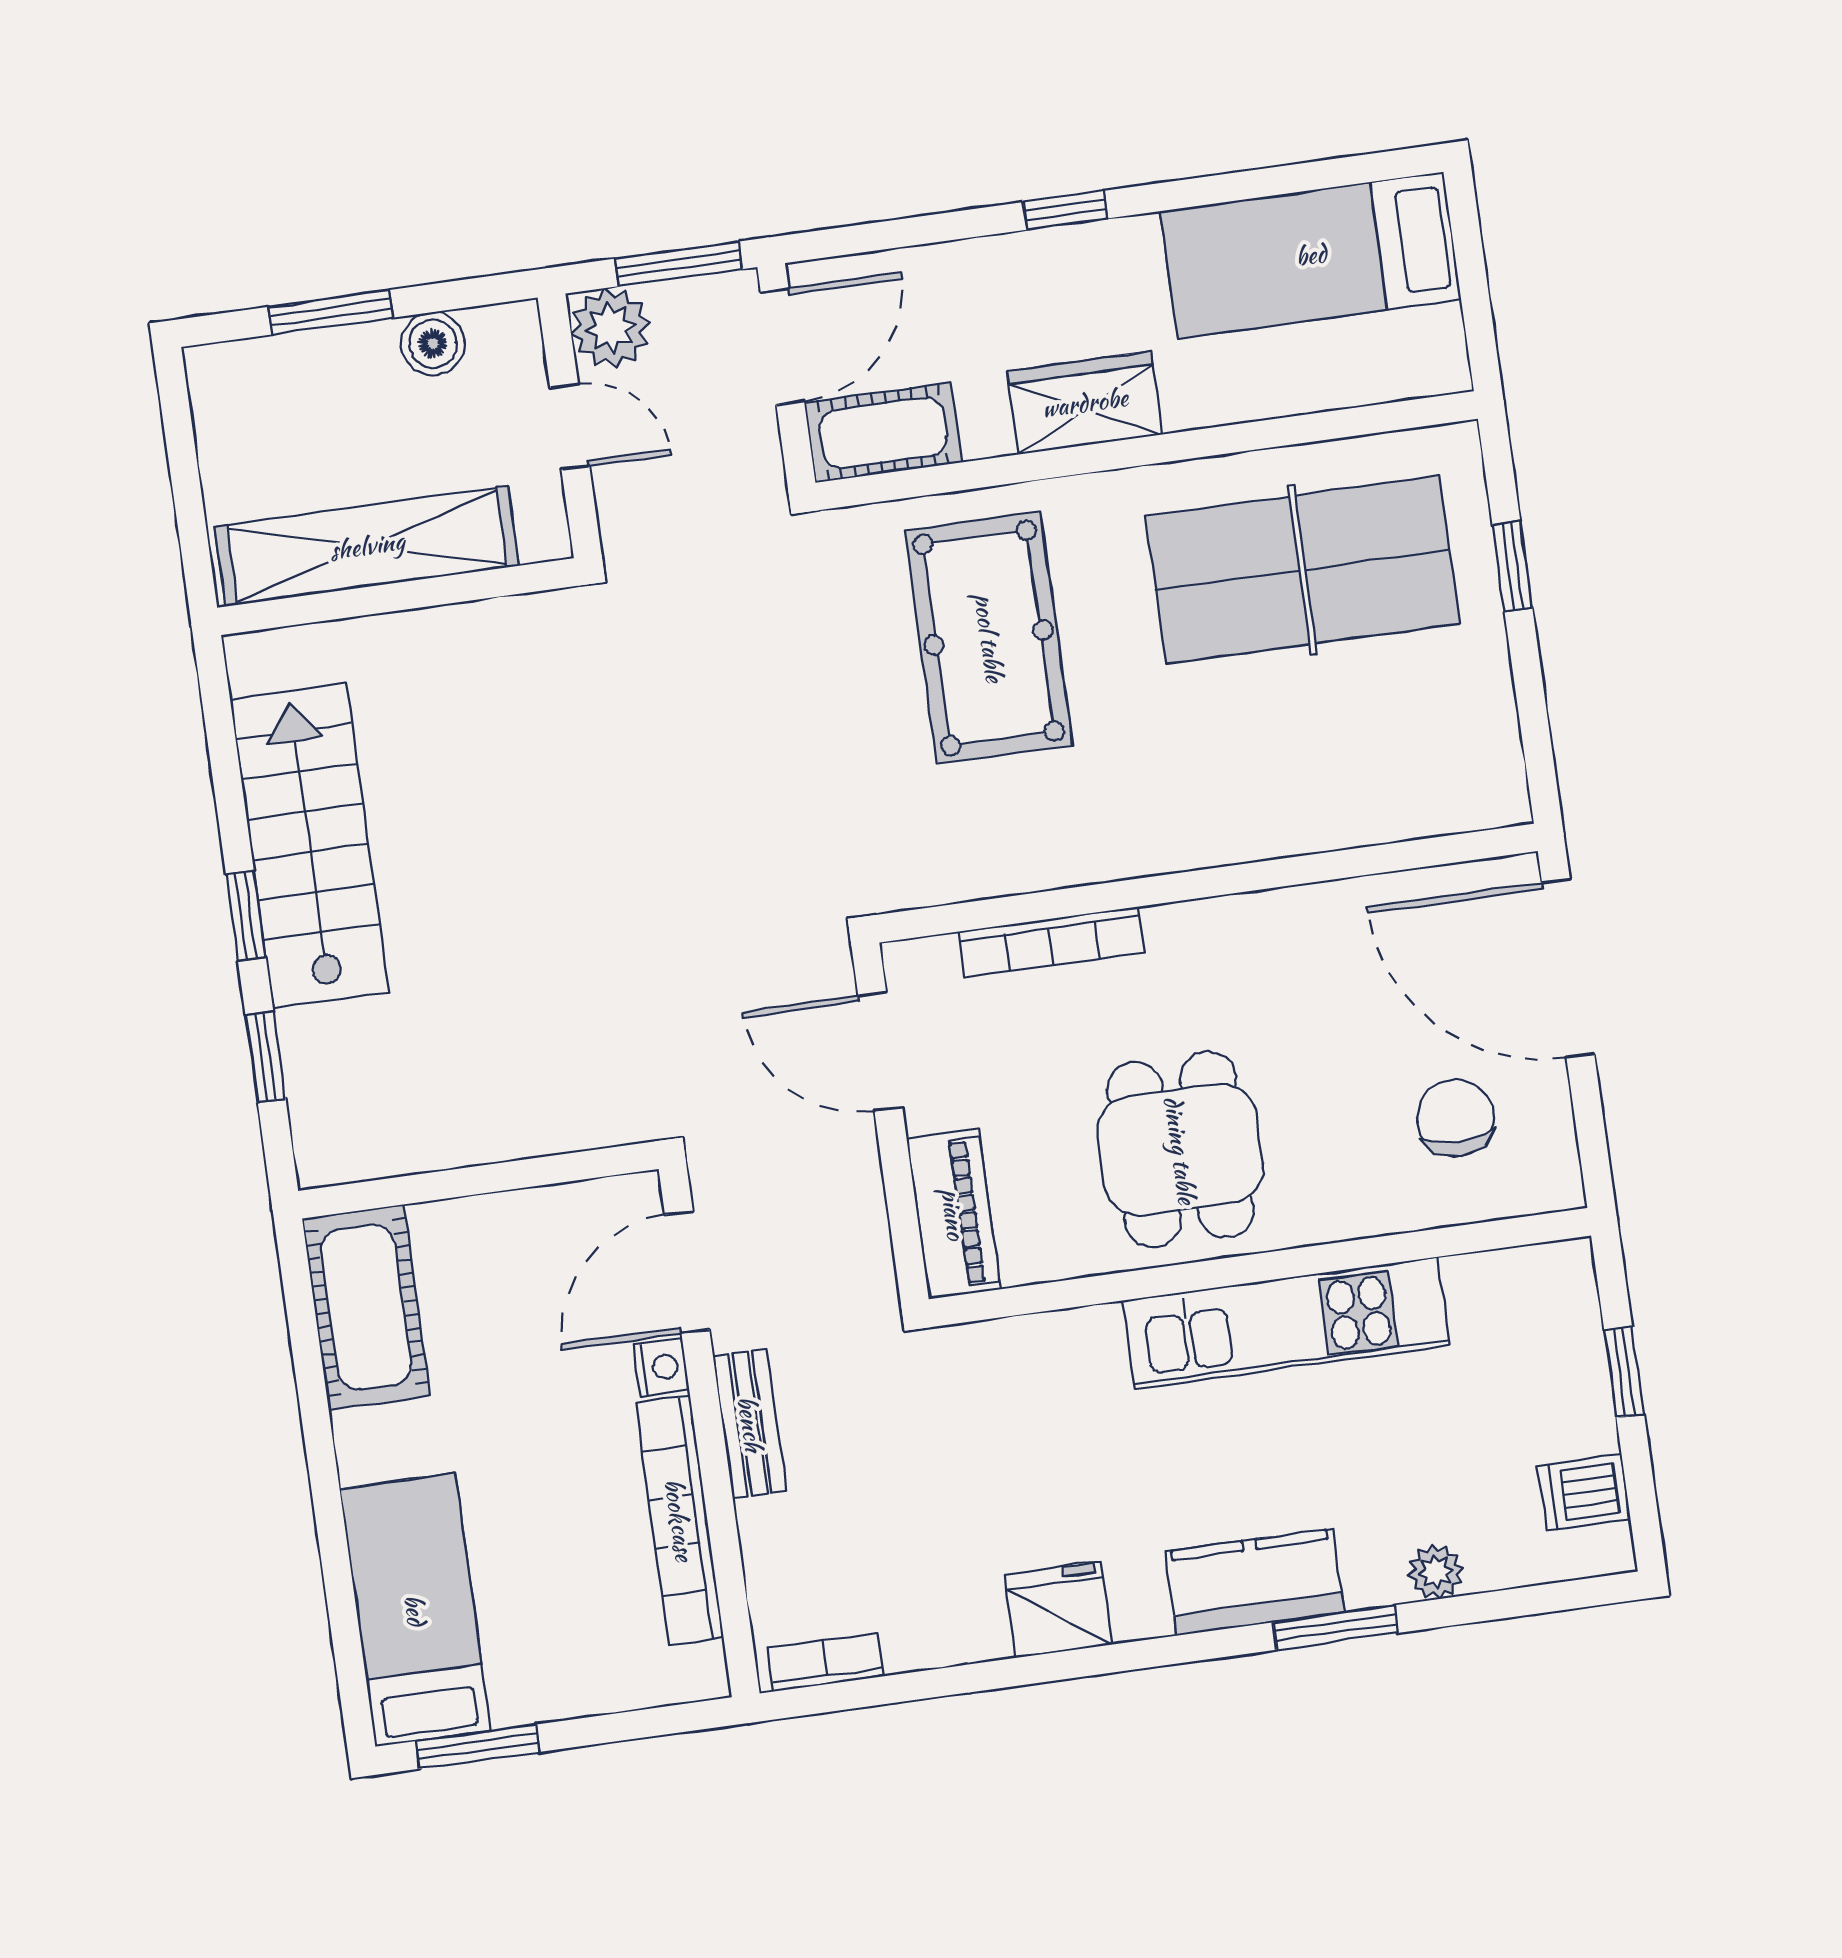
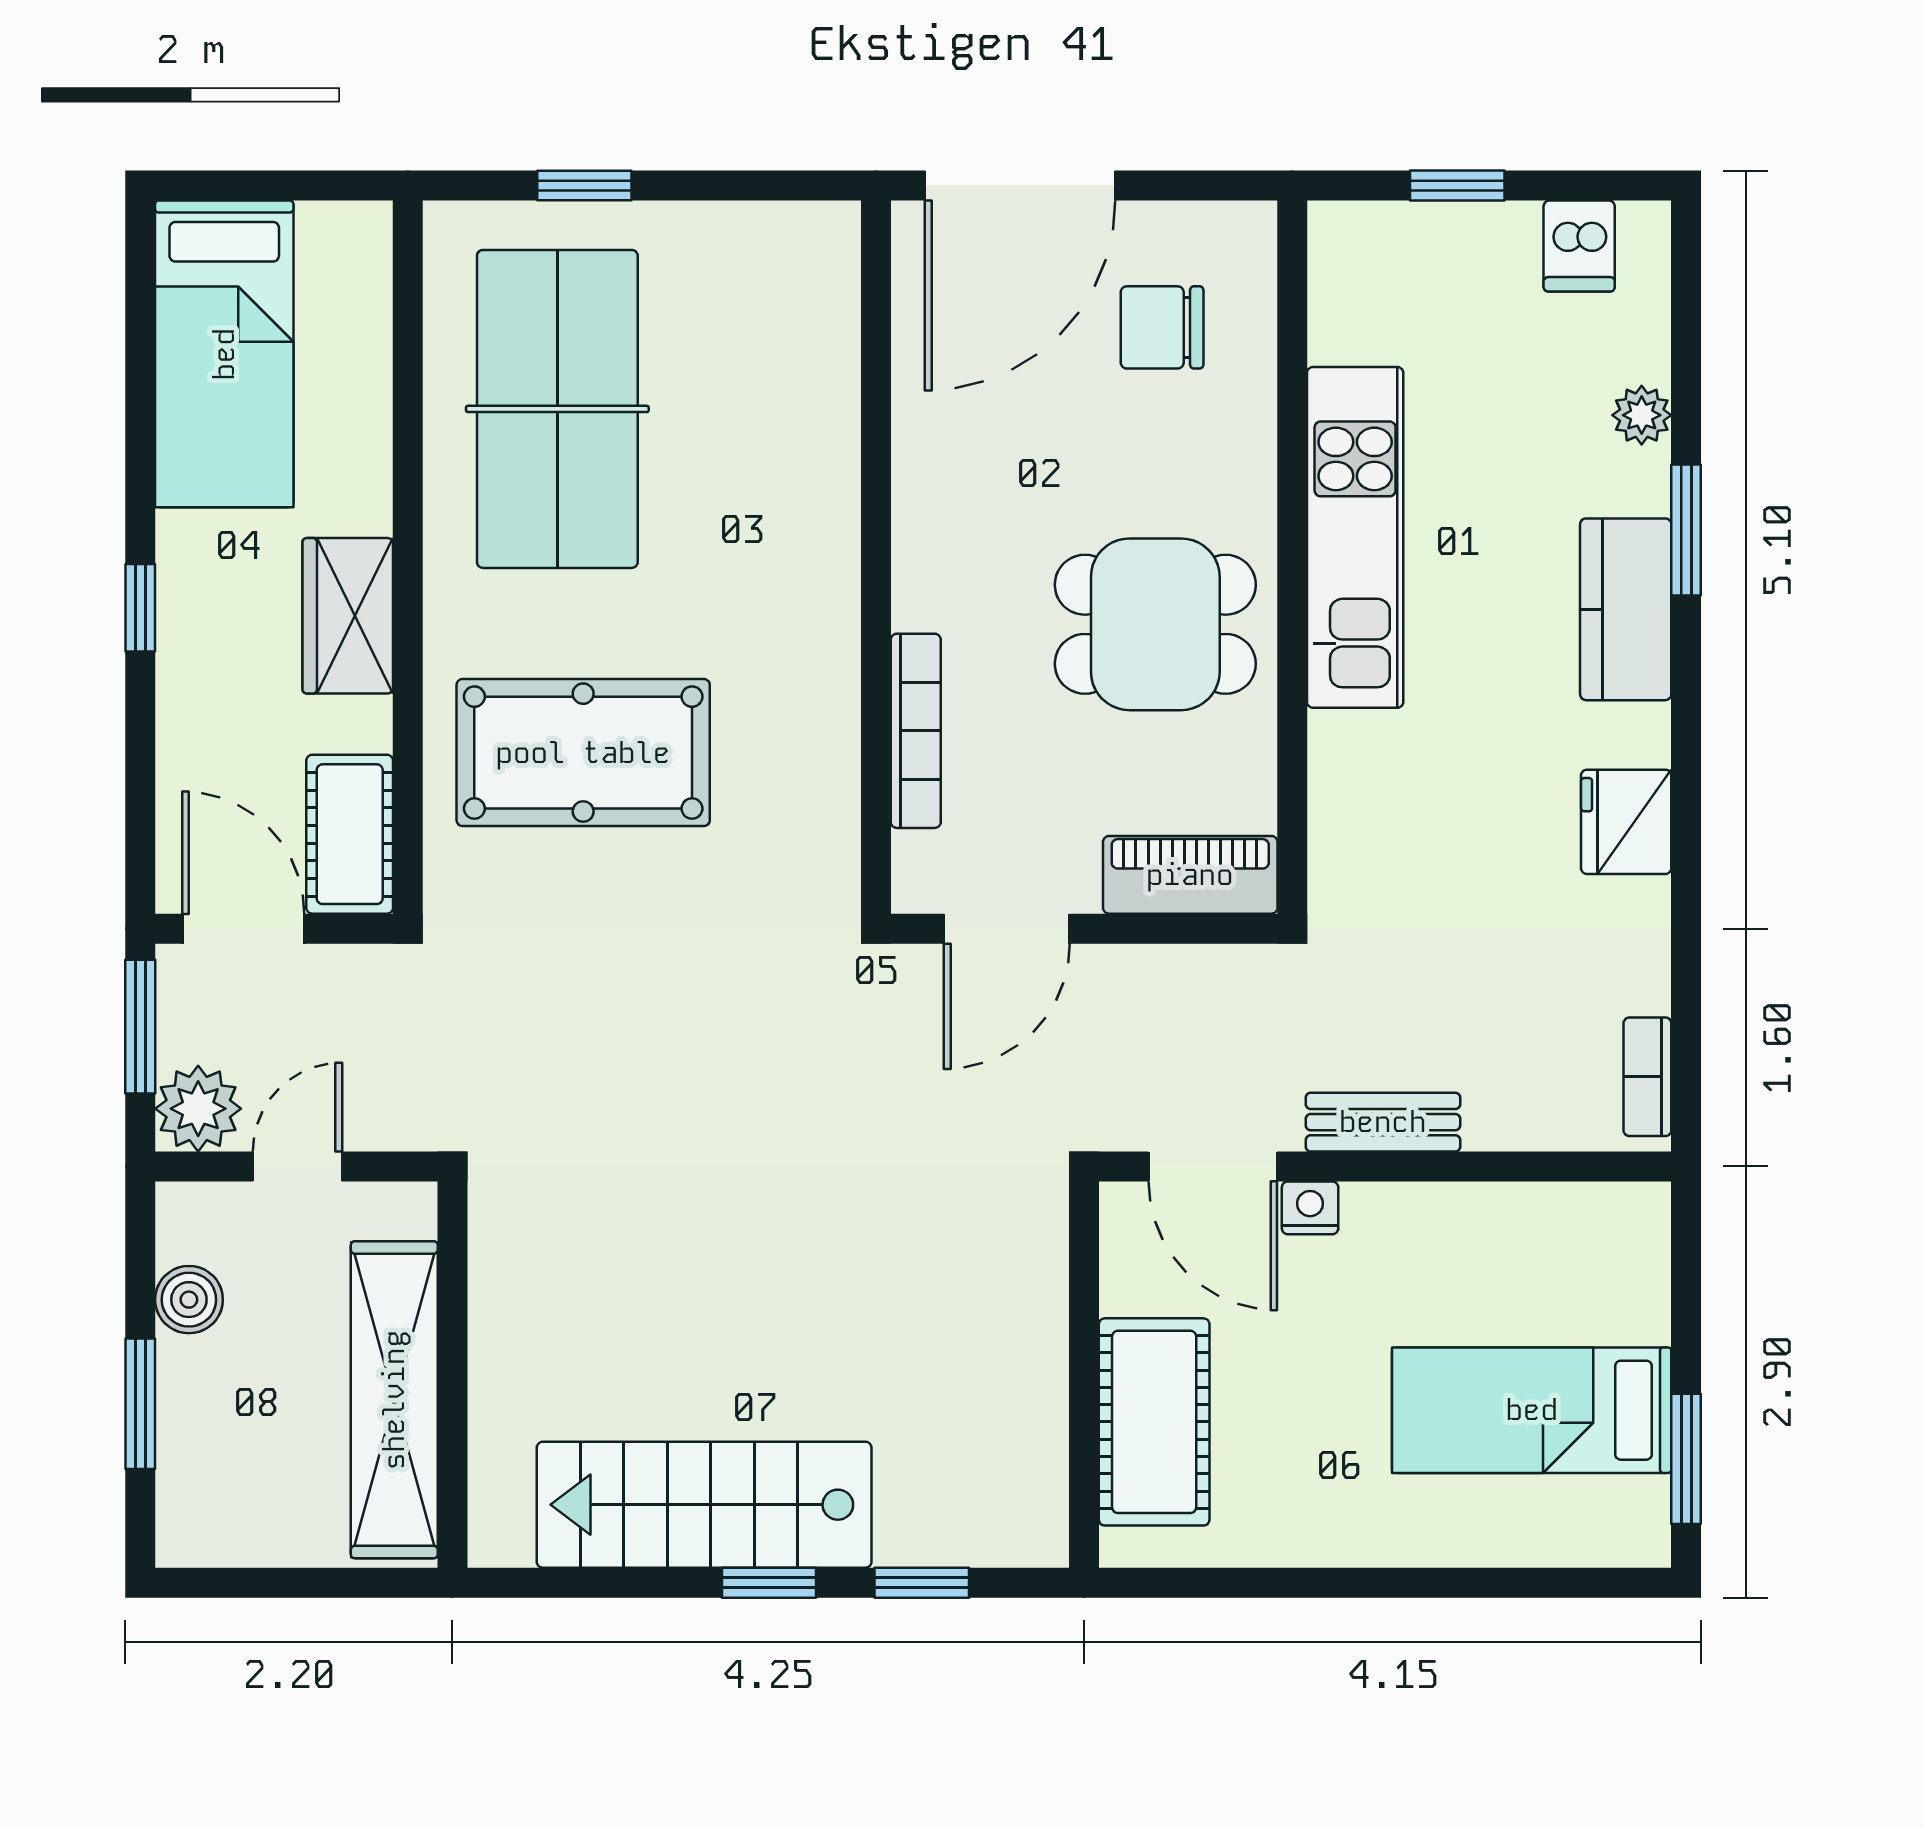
cot: (366, 1307) -> (1154, 1422), moved, turned 90
bookcase: (679, 1520) -> (1475, 1211), removed
bed: (415, 1610) -> (1532, 1410), moved

